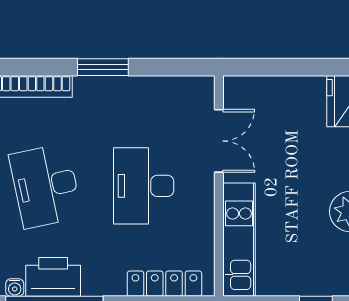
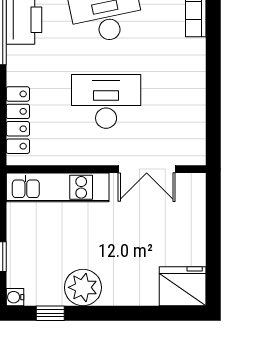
window: (103, 67) -> (213, 65), removed

